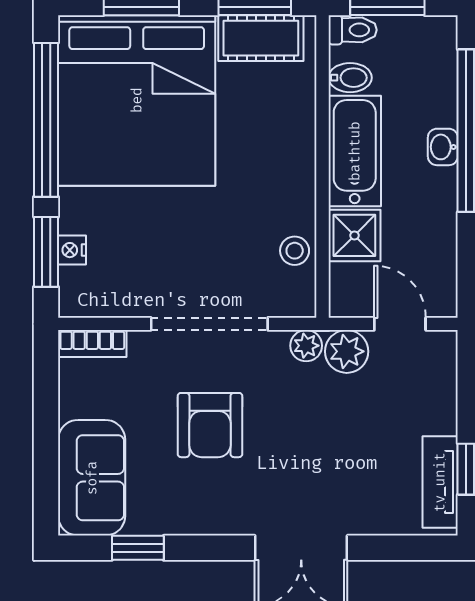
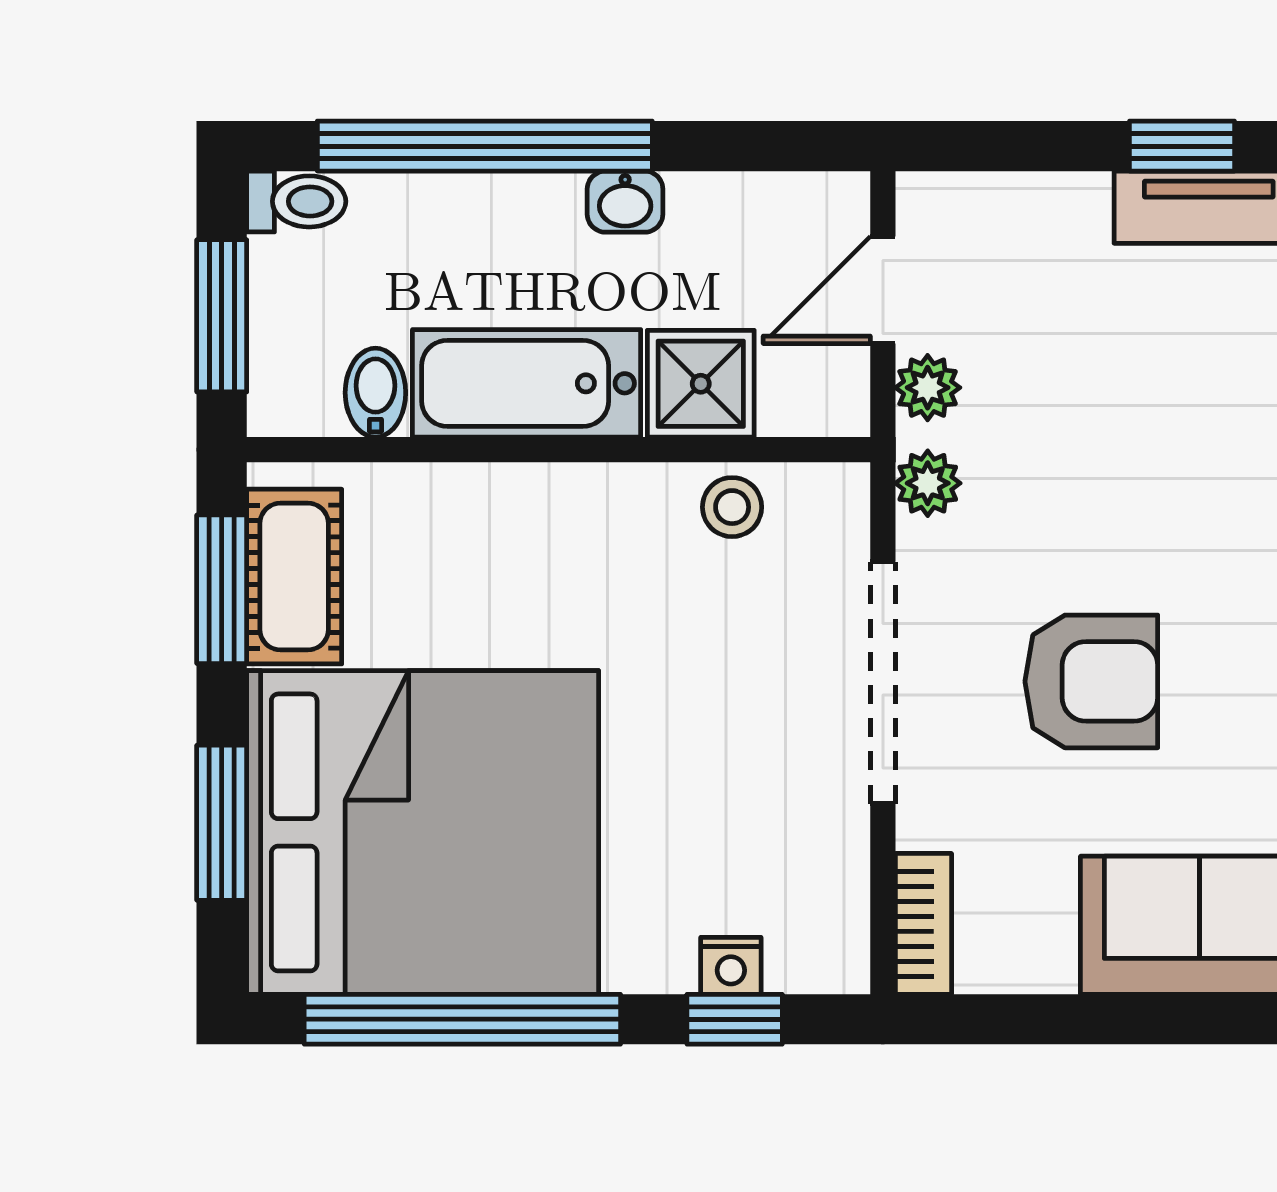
toilet: (353, 30) -> (296, 201), moved, turned 90
washbasin: (443, 147) -> (625, 202), moved
window: (46, 252) -> (735, 1019), width x0.67
plant: (347, 351) -> (928, 388), width x0.73, depth x0.73

